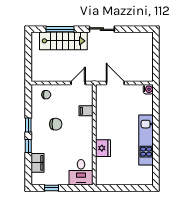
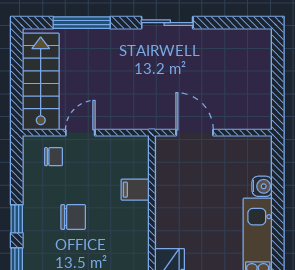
stairs: (63, 41) -> (41, 81), moved, turned -90
door: (78, 83) -> (80, 133), moved
water cooler: (148, 89) -> (262, 186), moved

